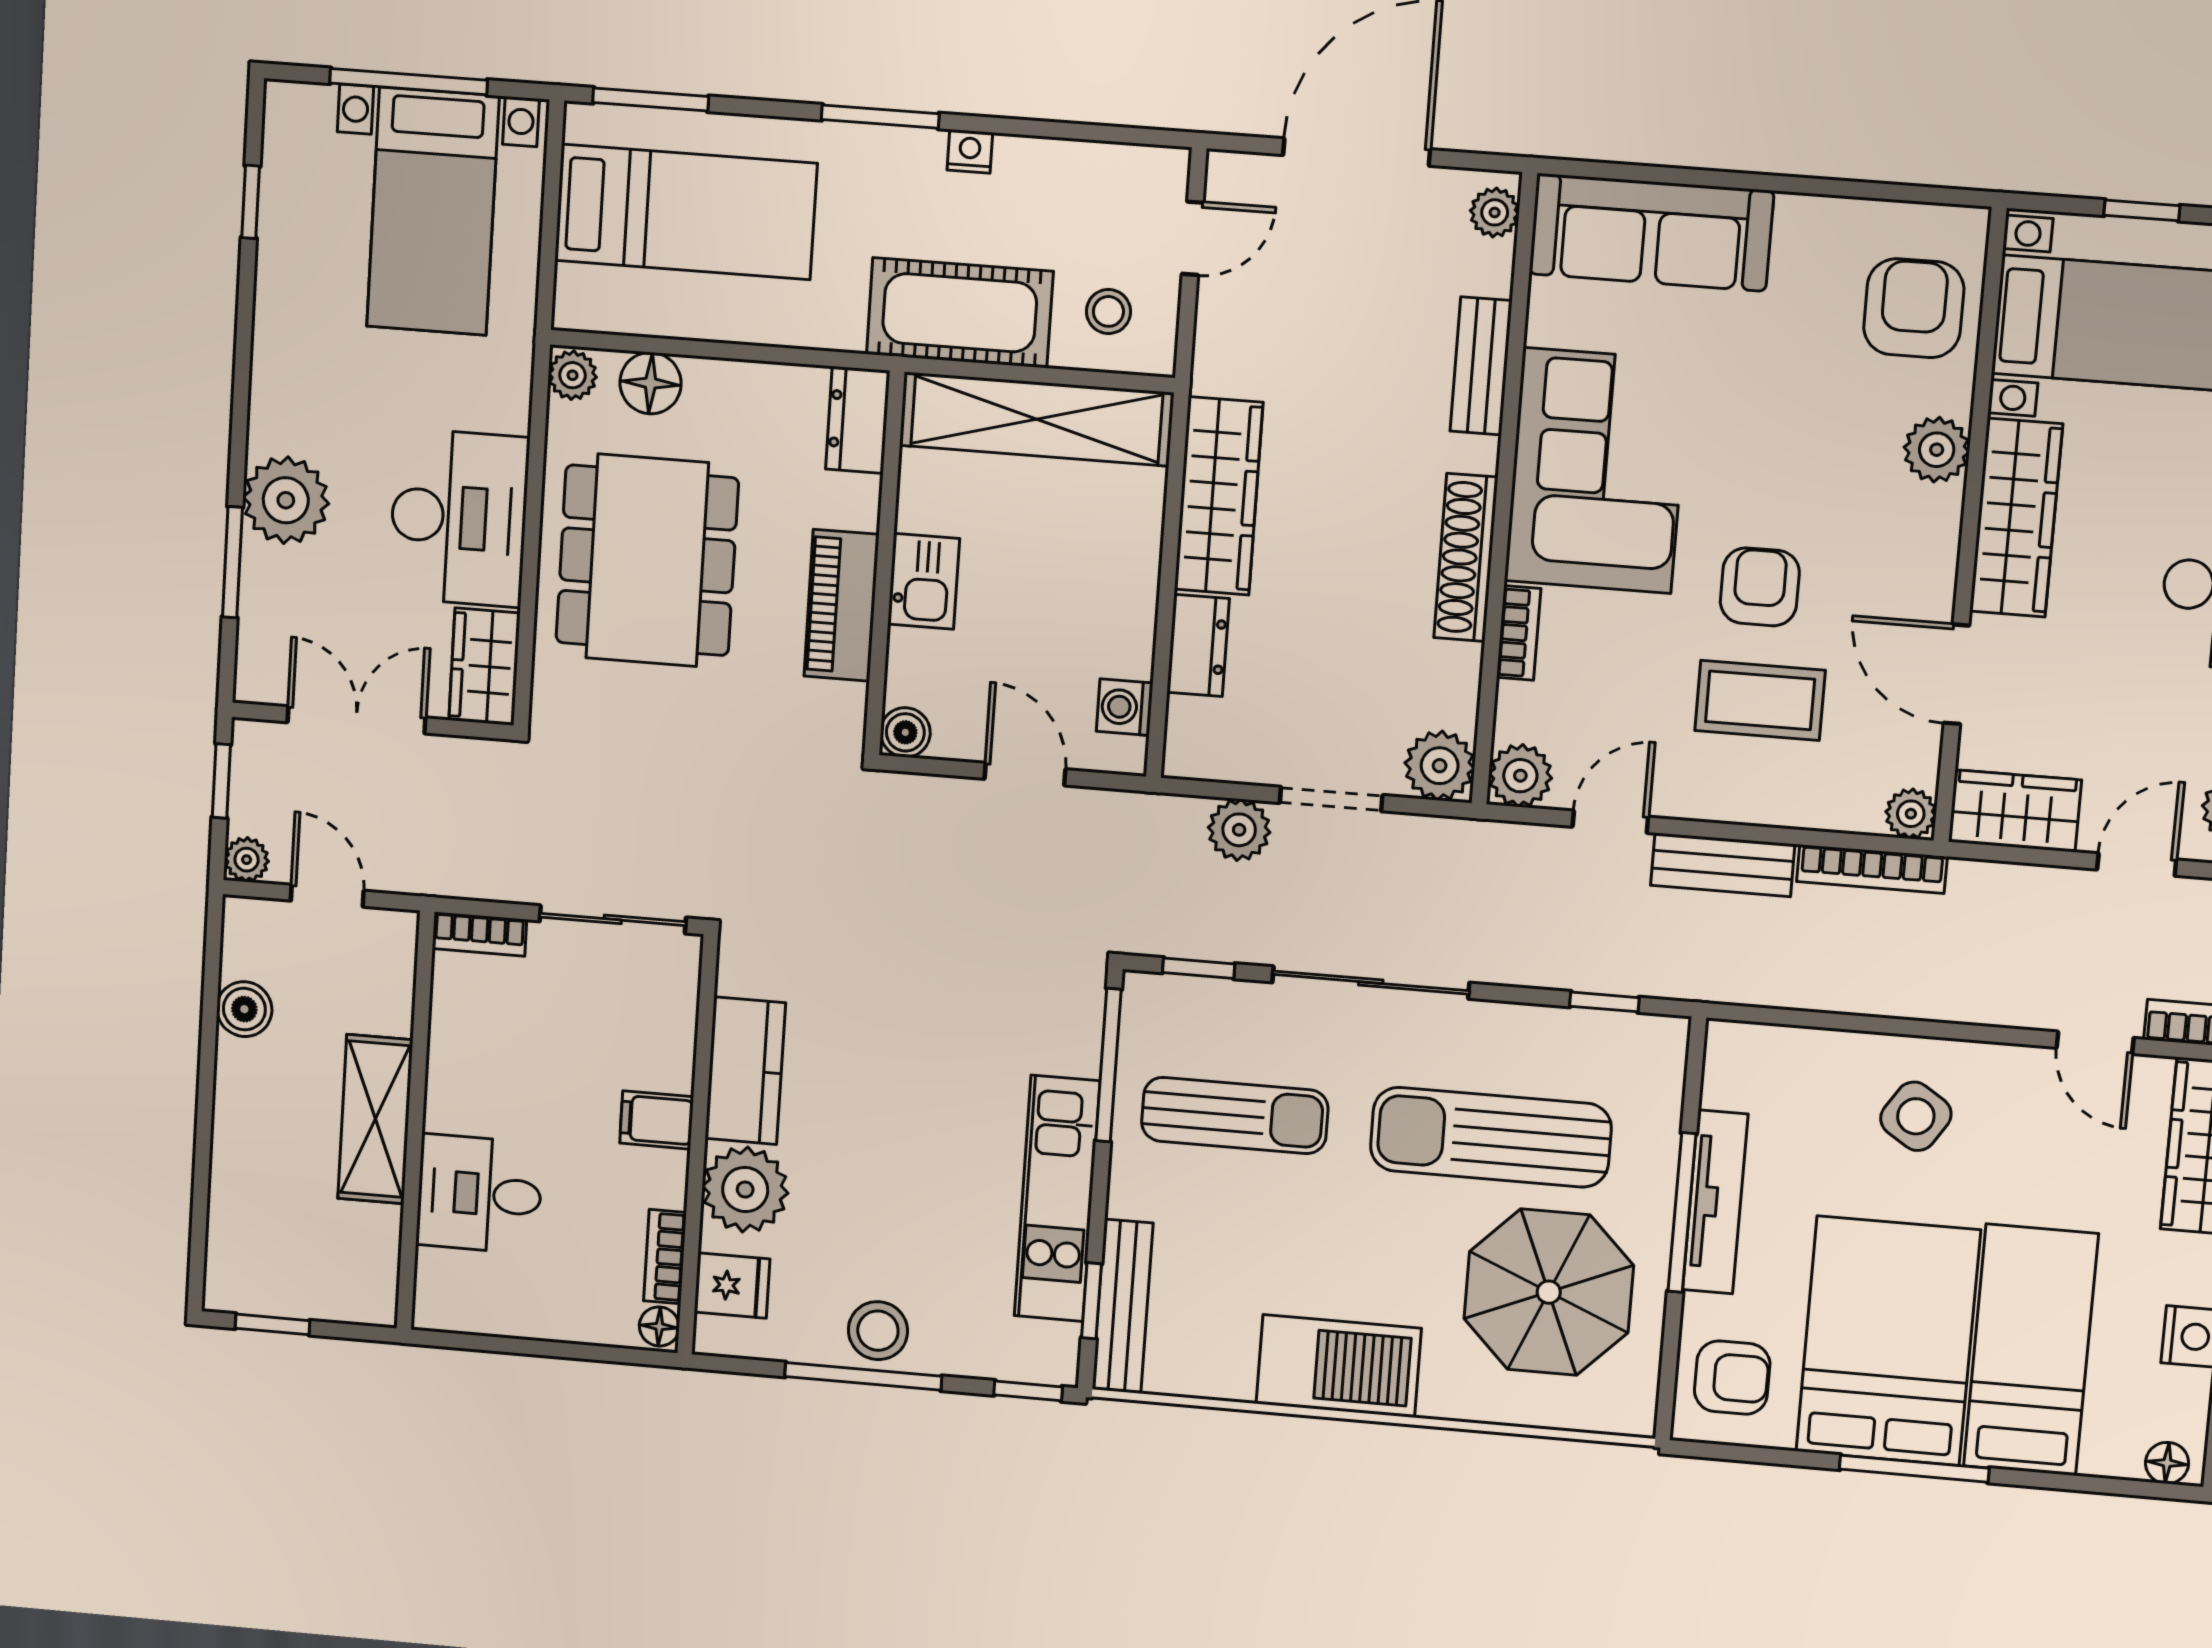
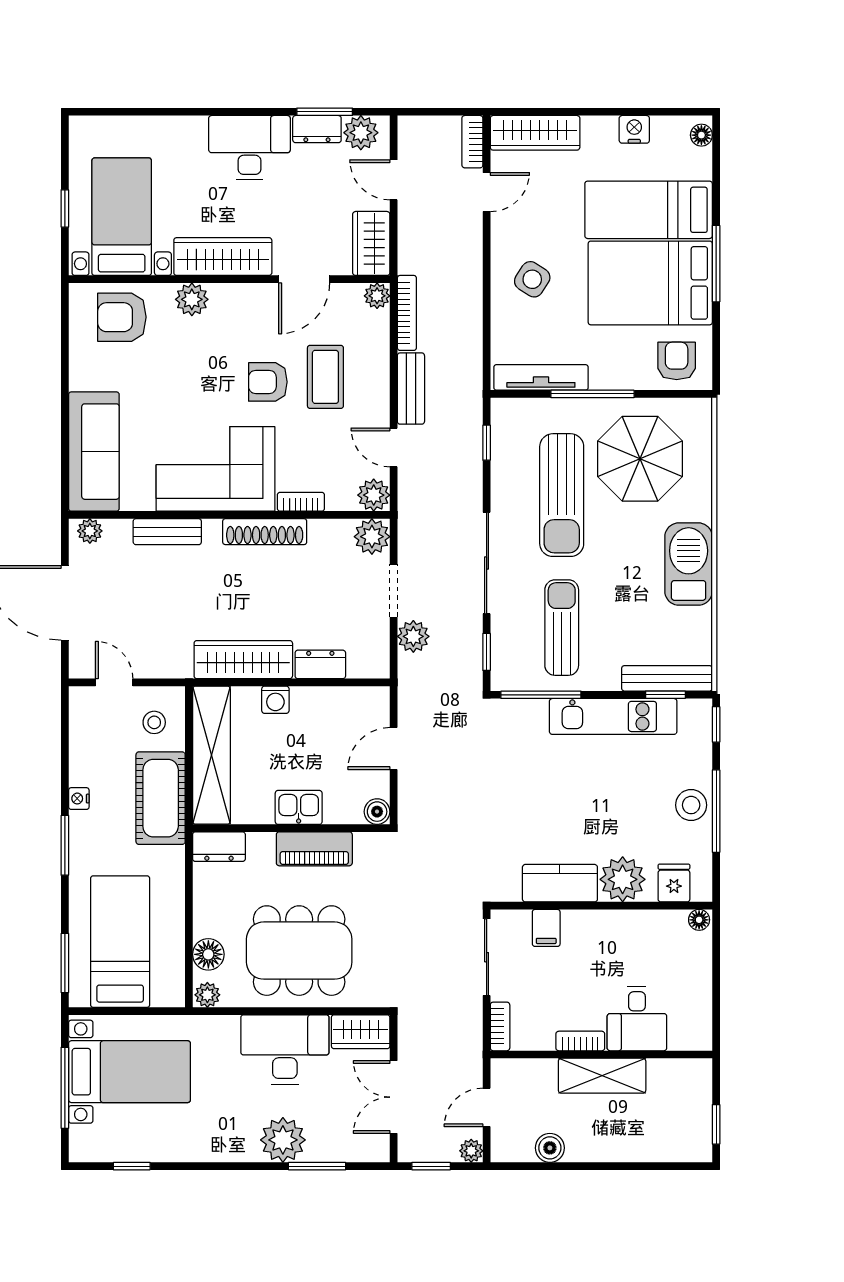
washing machine: (1125, 707) -> (275, 700), moved
filing cabinet: (657, 1120) -> (546, 928), moved
tv unit: (1715, 1202) -> (541, 377), moved
bookcase: (665, 1257) -> (580, 1041), moved, turned 180

